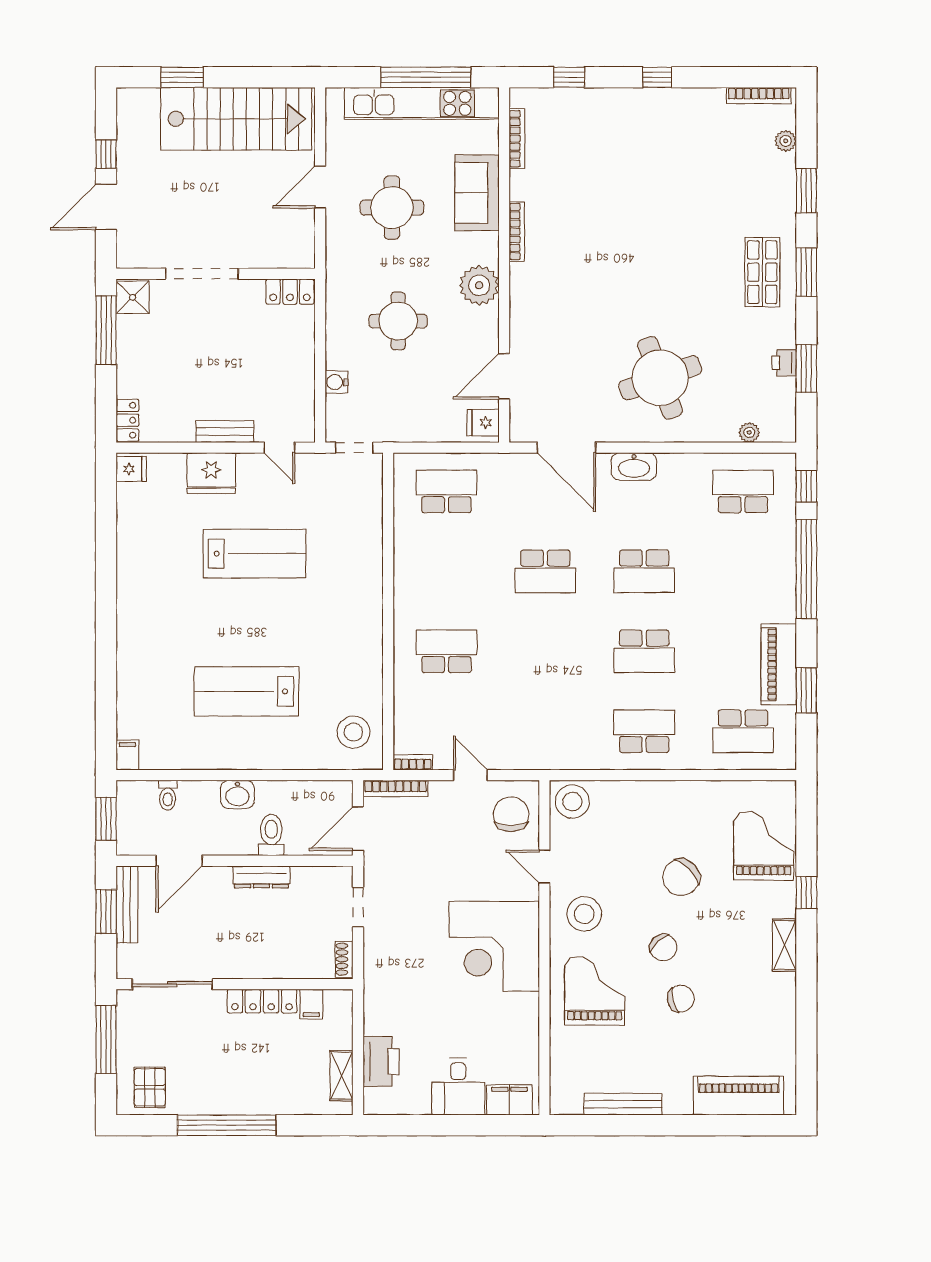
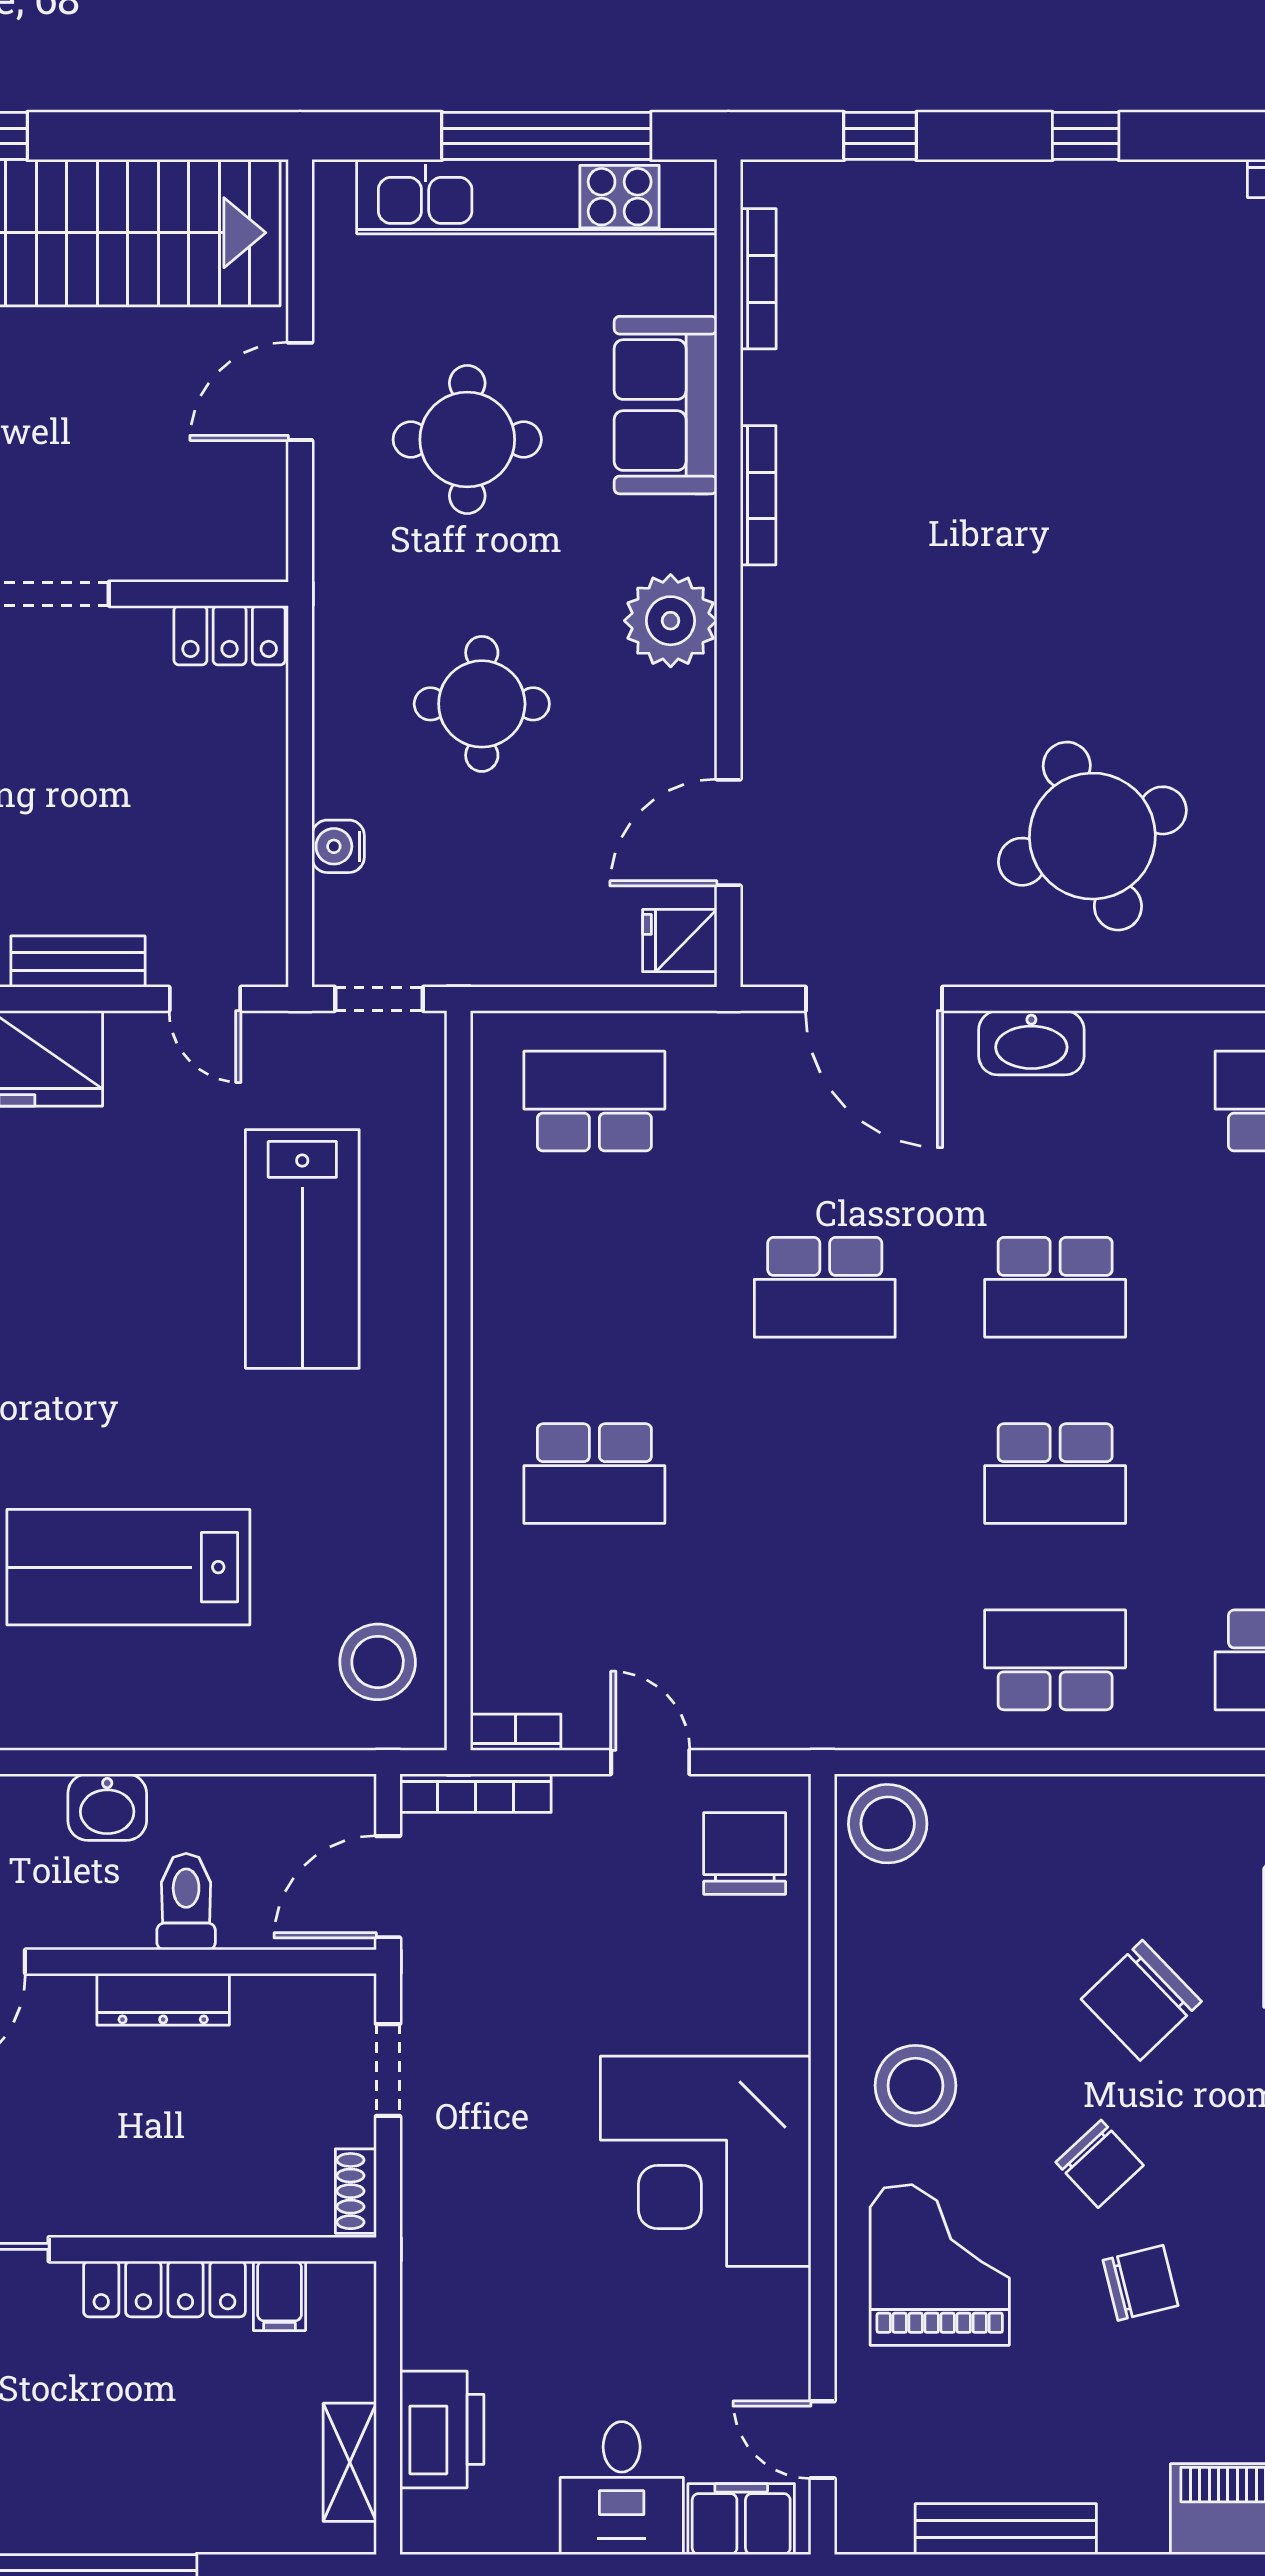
lab bench: (255, 554) -> (302, 1249), moved, turned 90
school desk: (446, 651) -> (594, 1474), turned 180
door: (544, 867) -> (823, 2440), moved

